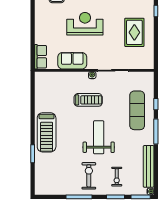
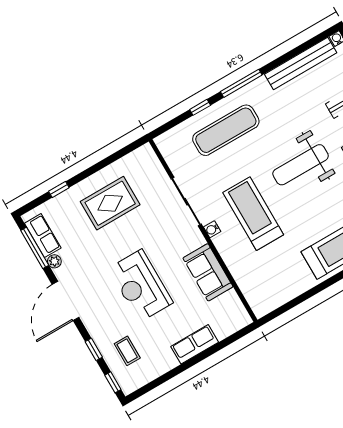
row of seats: (41, 57) -> (195, 344), moved
treadmill: (88, 100) -> (253, 214), width x1.37, depth x1.38

